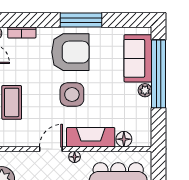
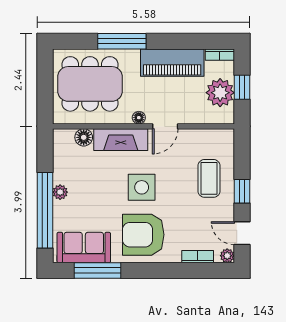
window: (81, 20) -> (98, 270), moved
sofa: (138, 58) -> (84, 247), moved, turned -90

